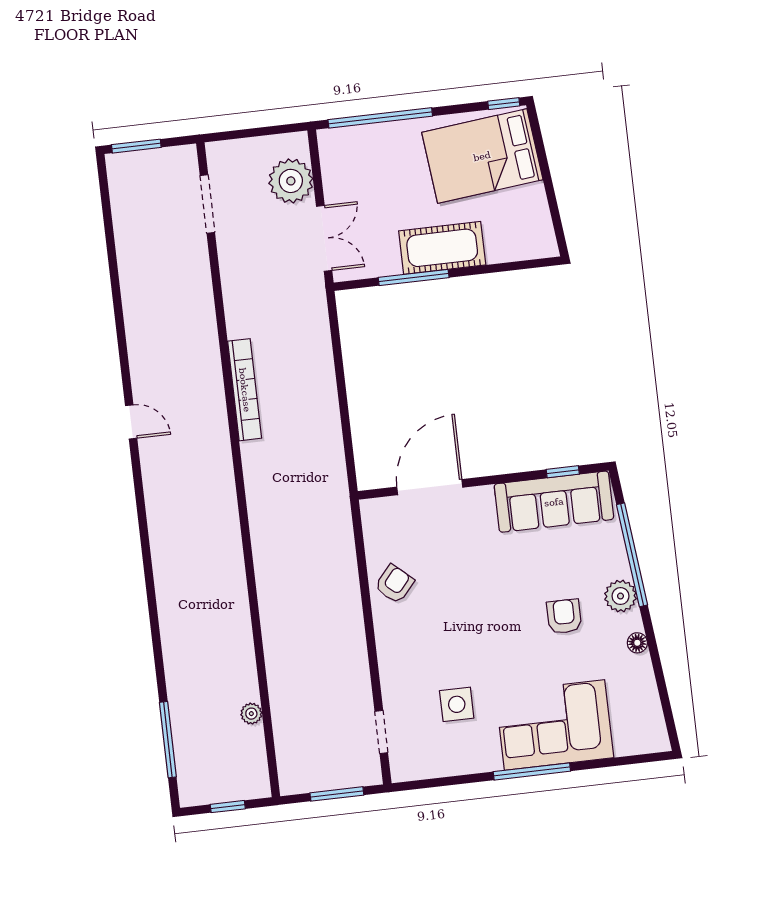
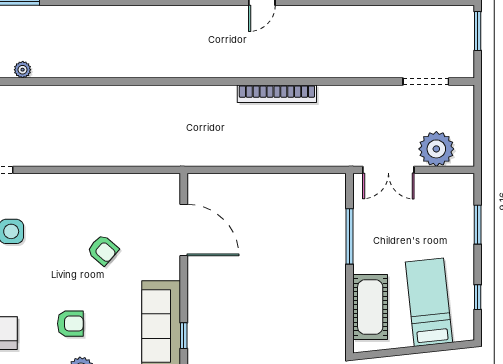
window: (504, 104) -> (478, 297), moved
window: (380, 118) -> (478, 225), width x0.47
bed: (482, 156) -> (429, 302), width x0.67
cot: (442, 248) -> (370, 307), moved
armchair: (394, 584) -> (103, 250), moved

